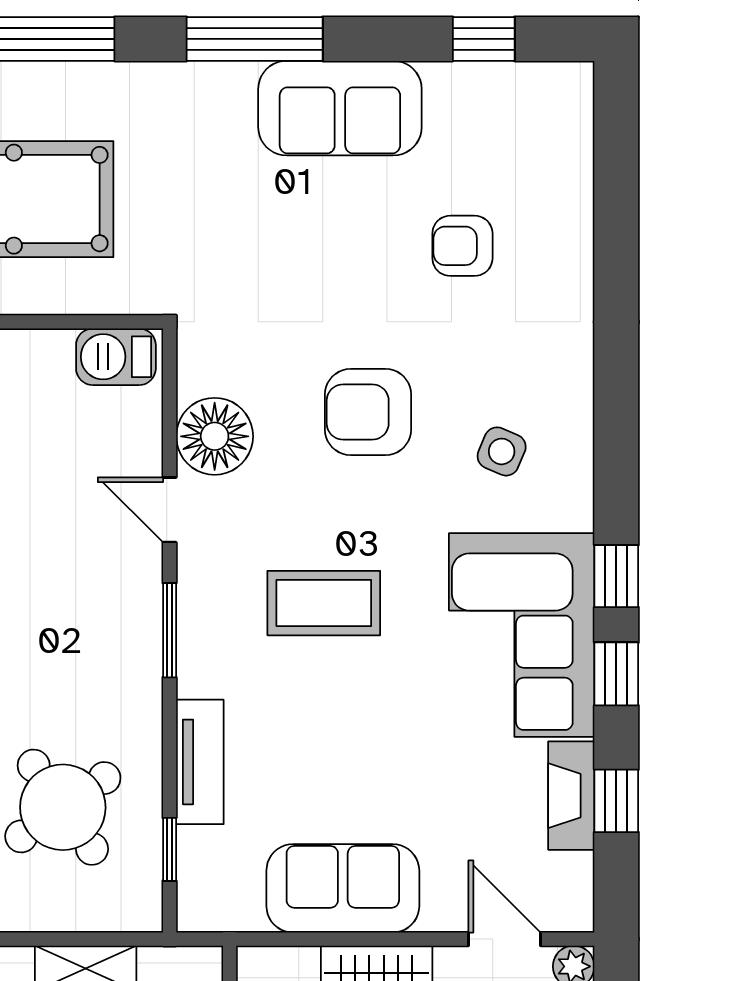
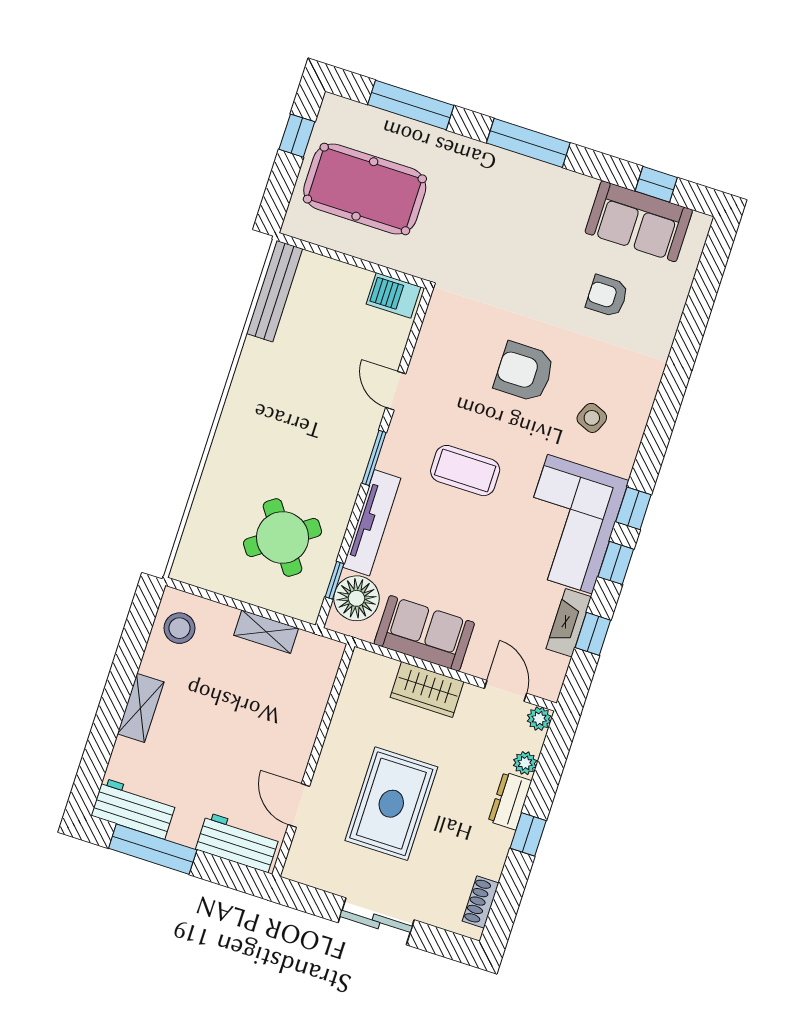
sofa: (340, 108) -> (639, 221), moved
floor lamp: (215, 436) -> (356, 598), moved
tv unit: (200, 762) -> (372, 523), width x1.41

